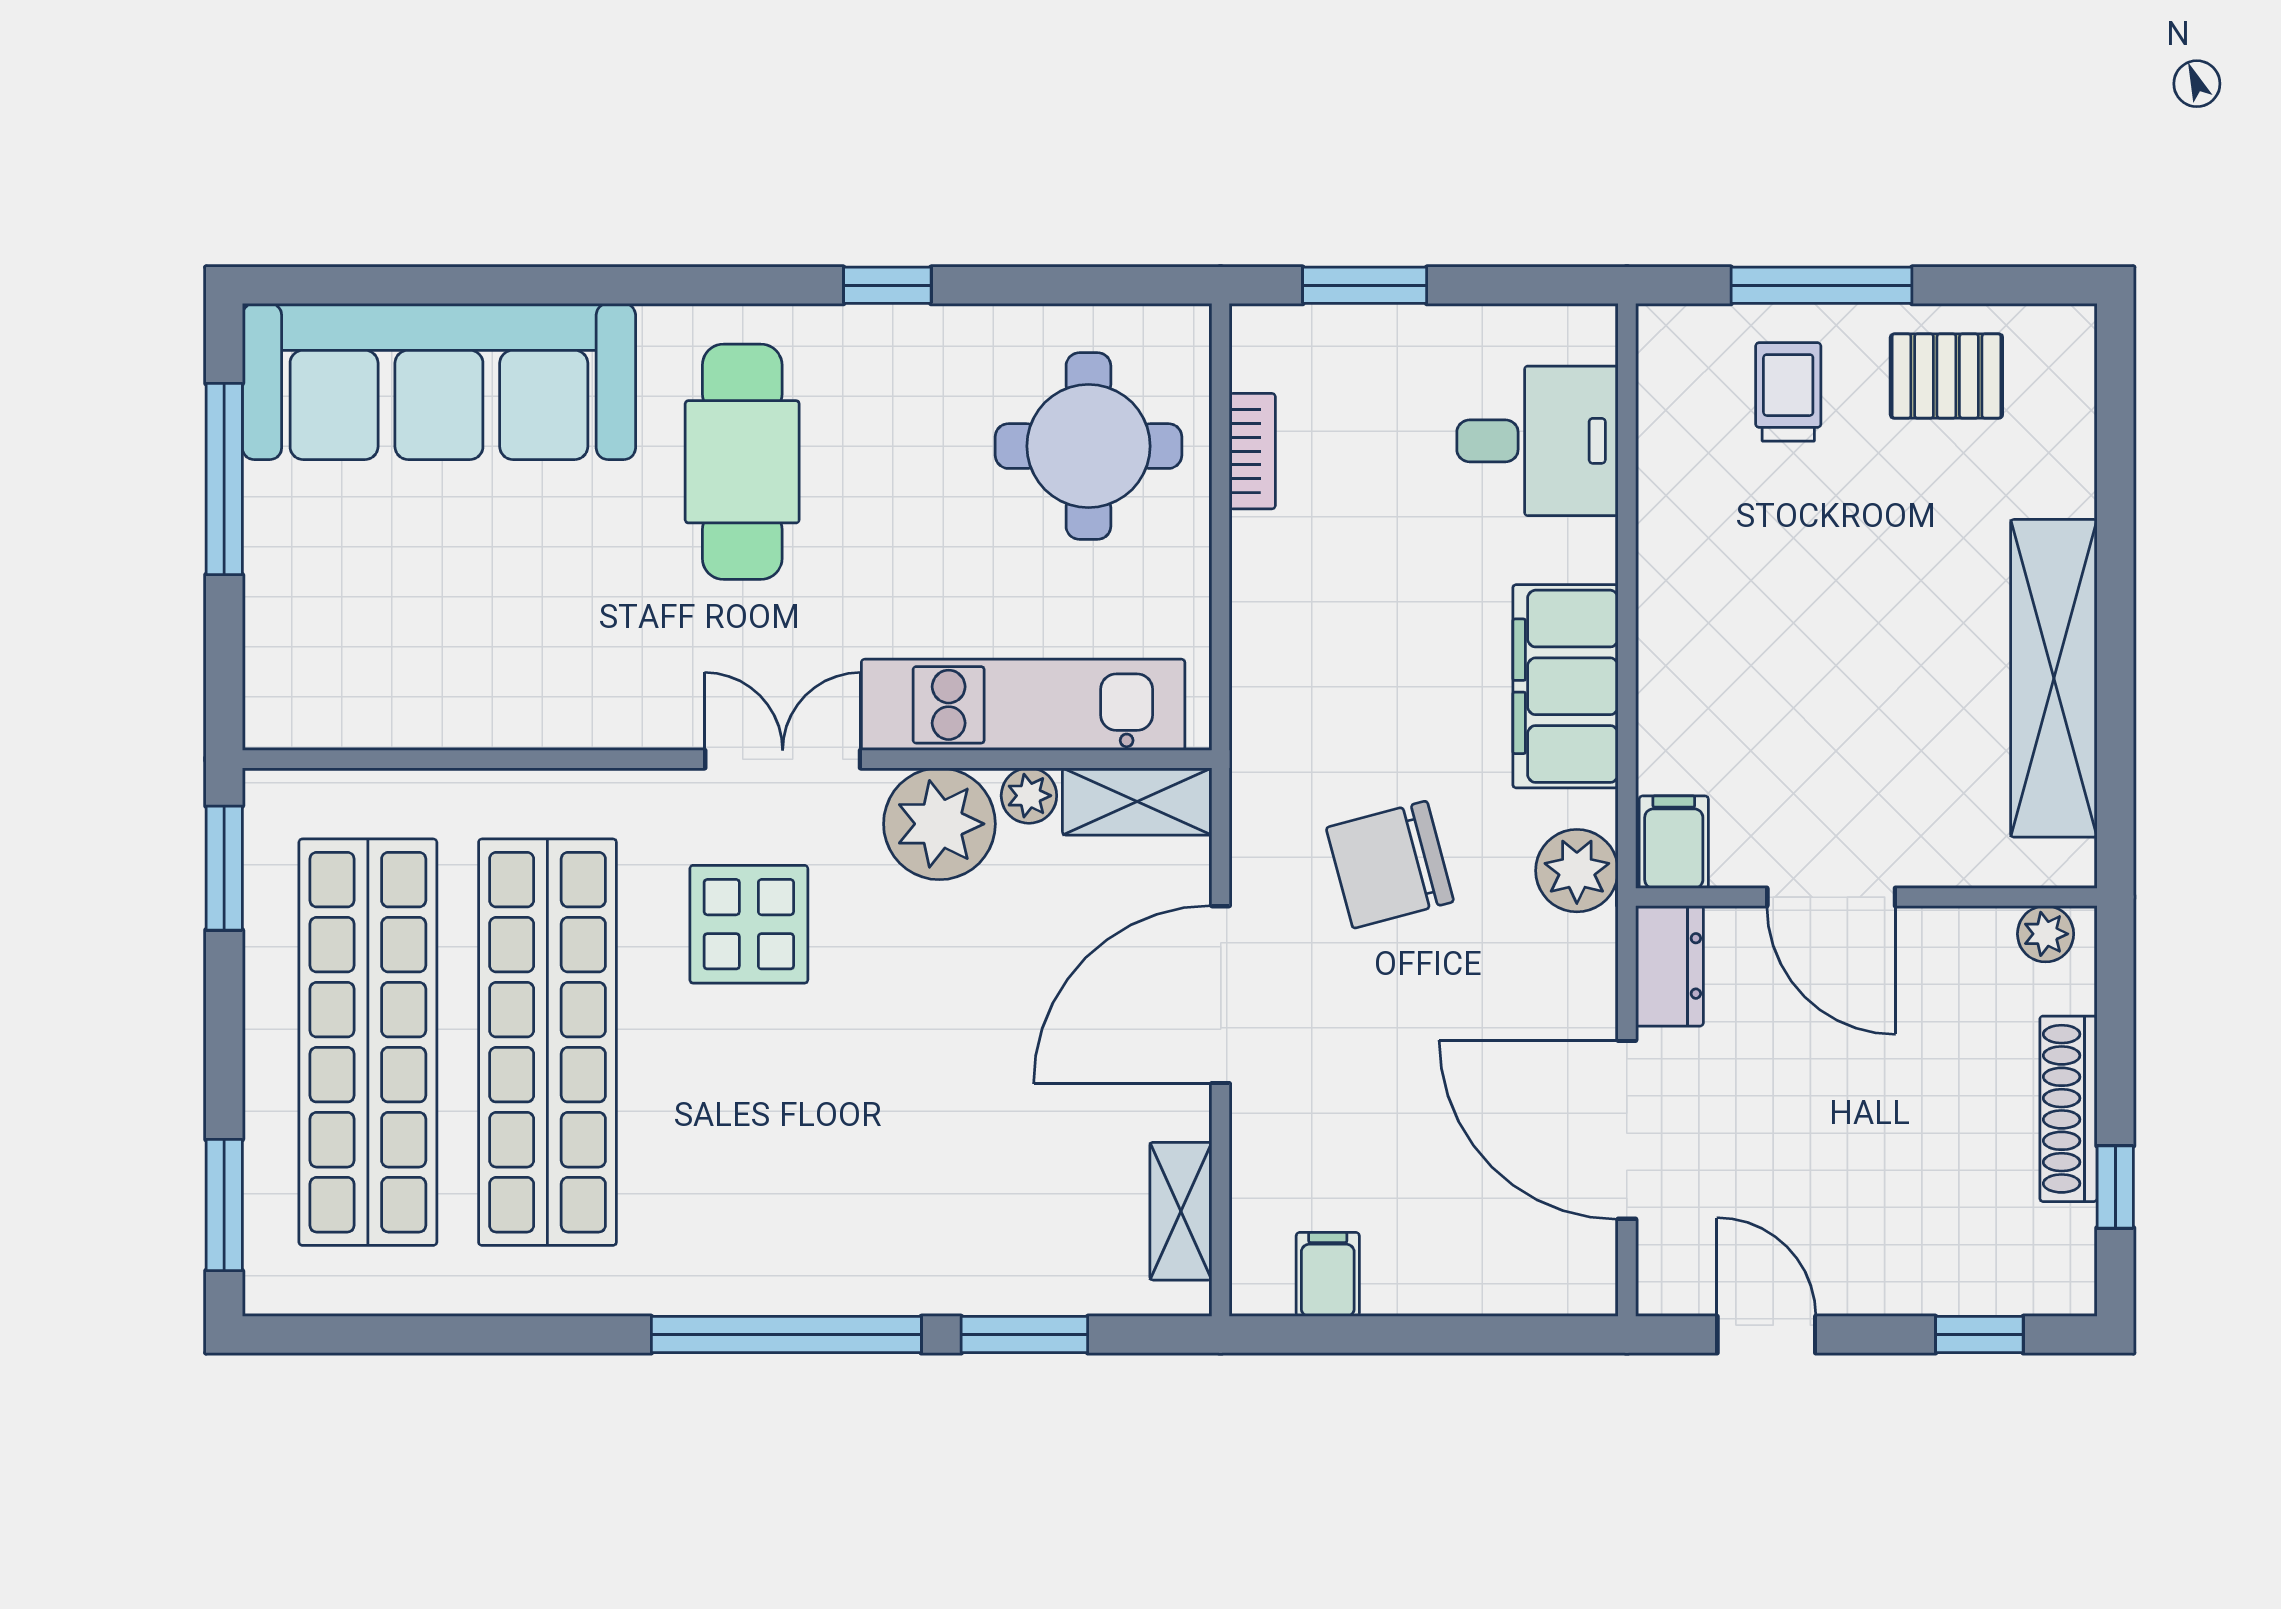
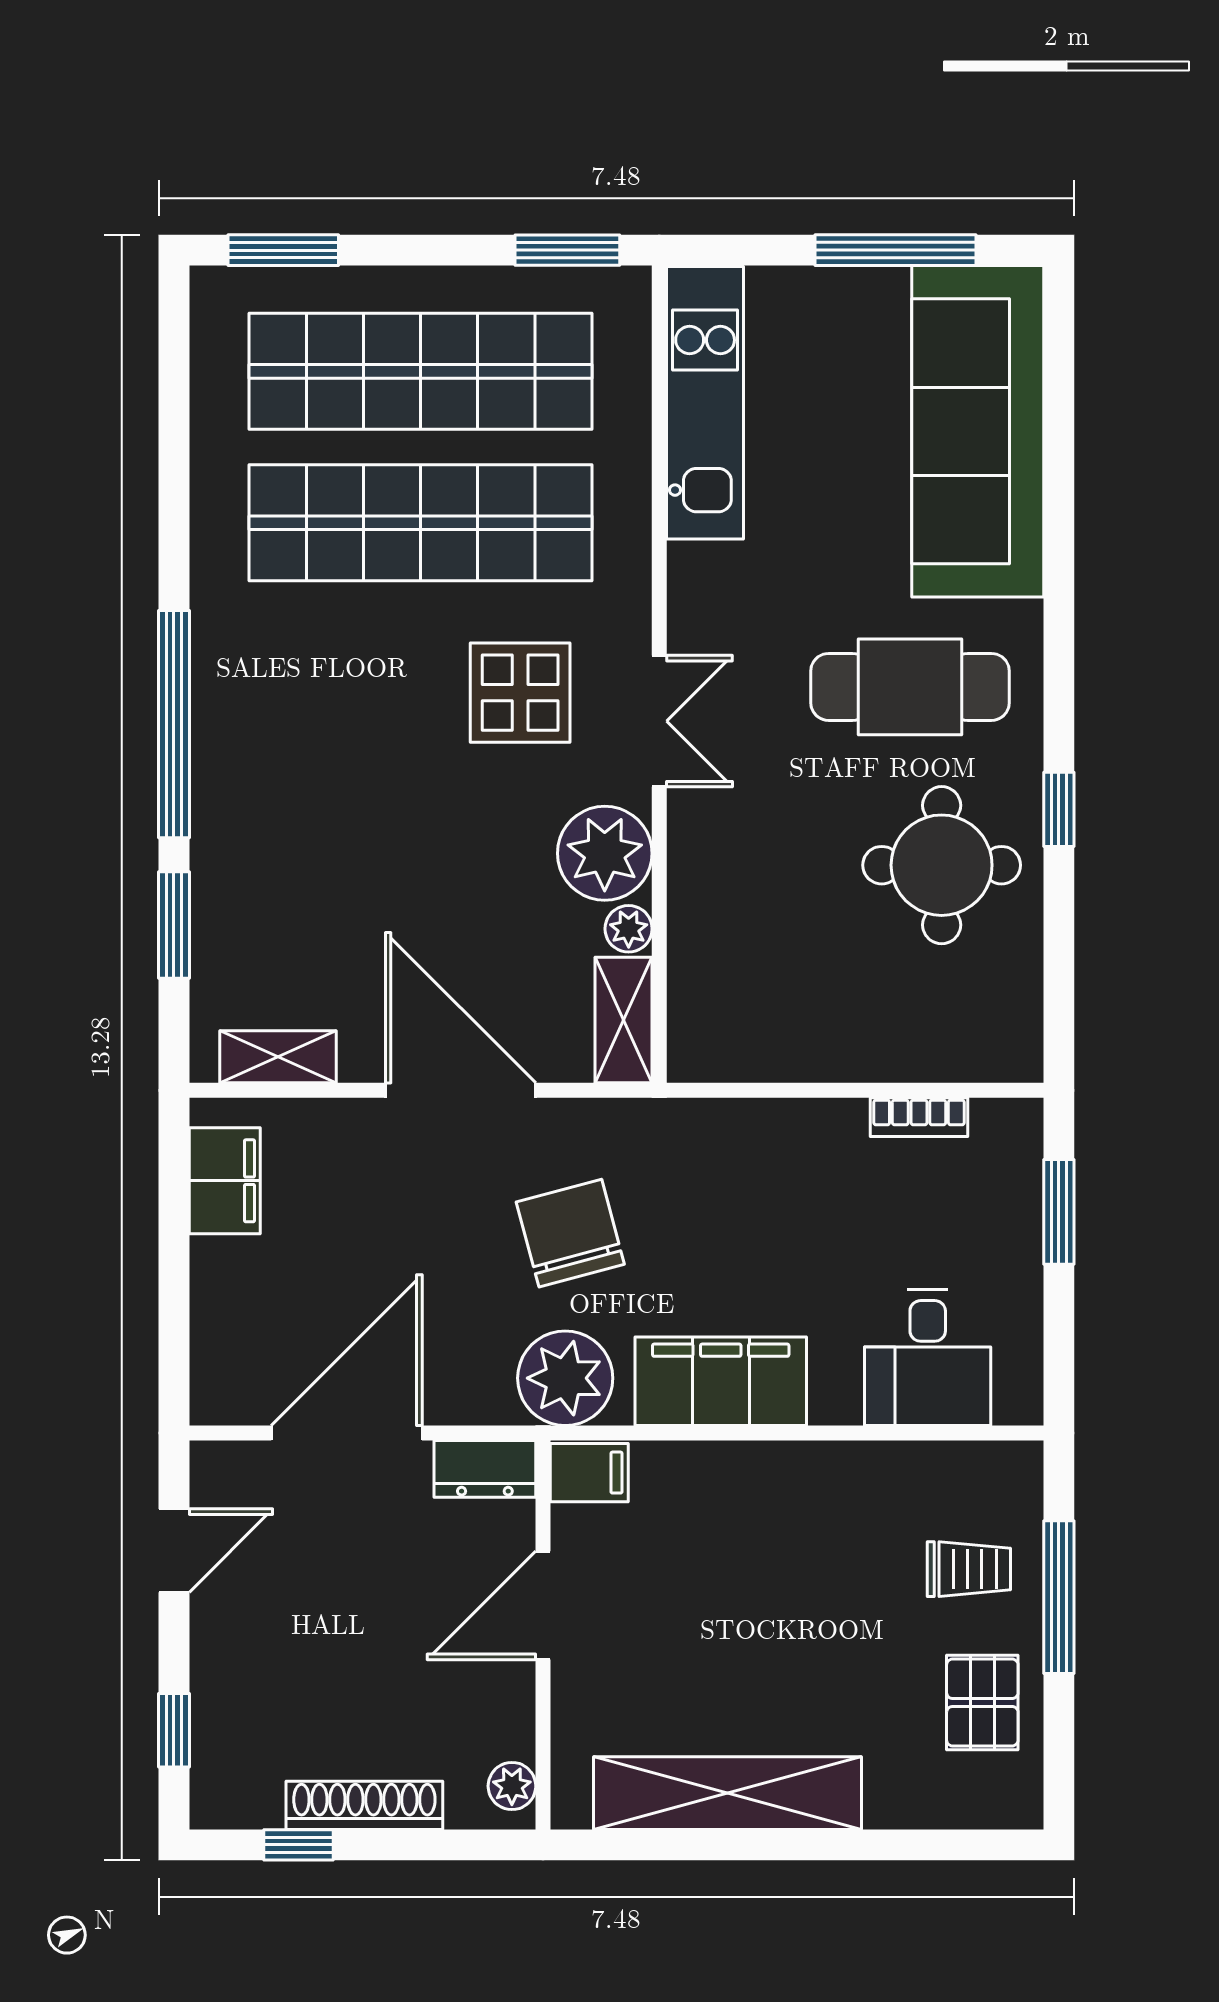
round table: (1088, 446) -> (942, 865), moved
kitchen unit: (1023, 705) -> (705, 403), moved
plant: (1577, 871) -> (565, 1378), width x1.36, depth x1.36
filing cabinet: (1328, 1274) -> (225, 1181), width x2.00

